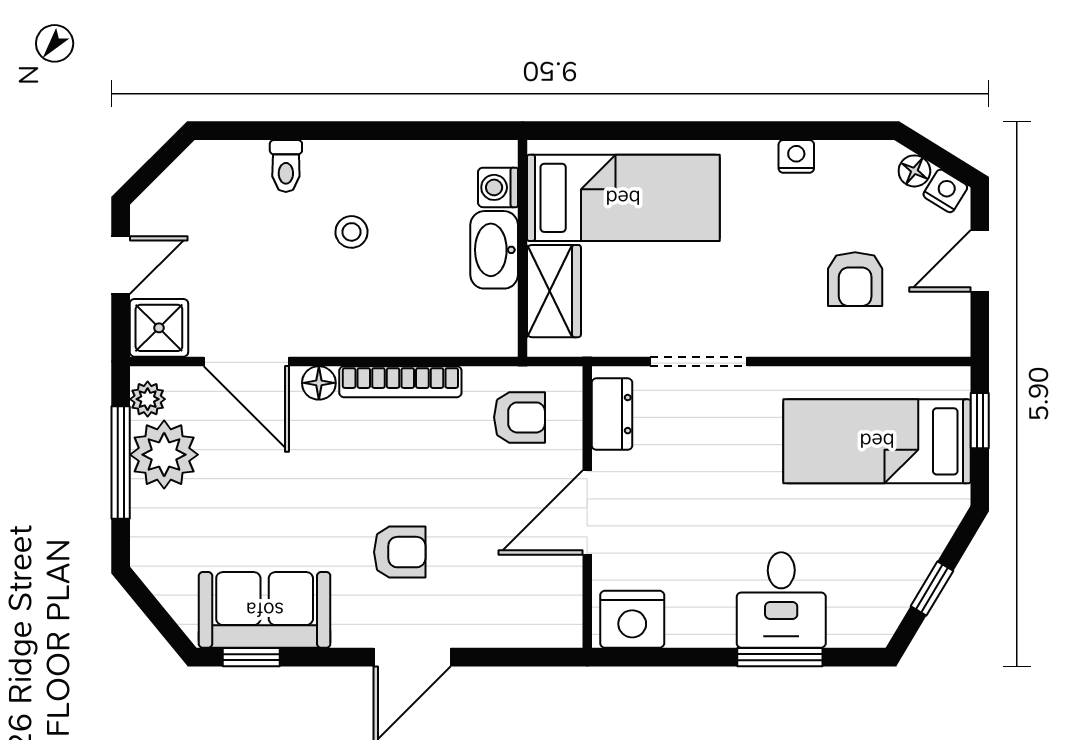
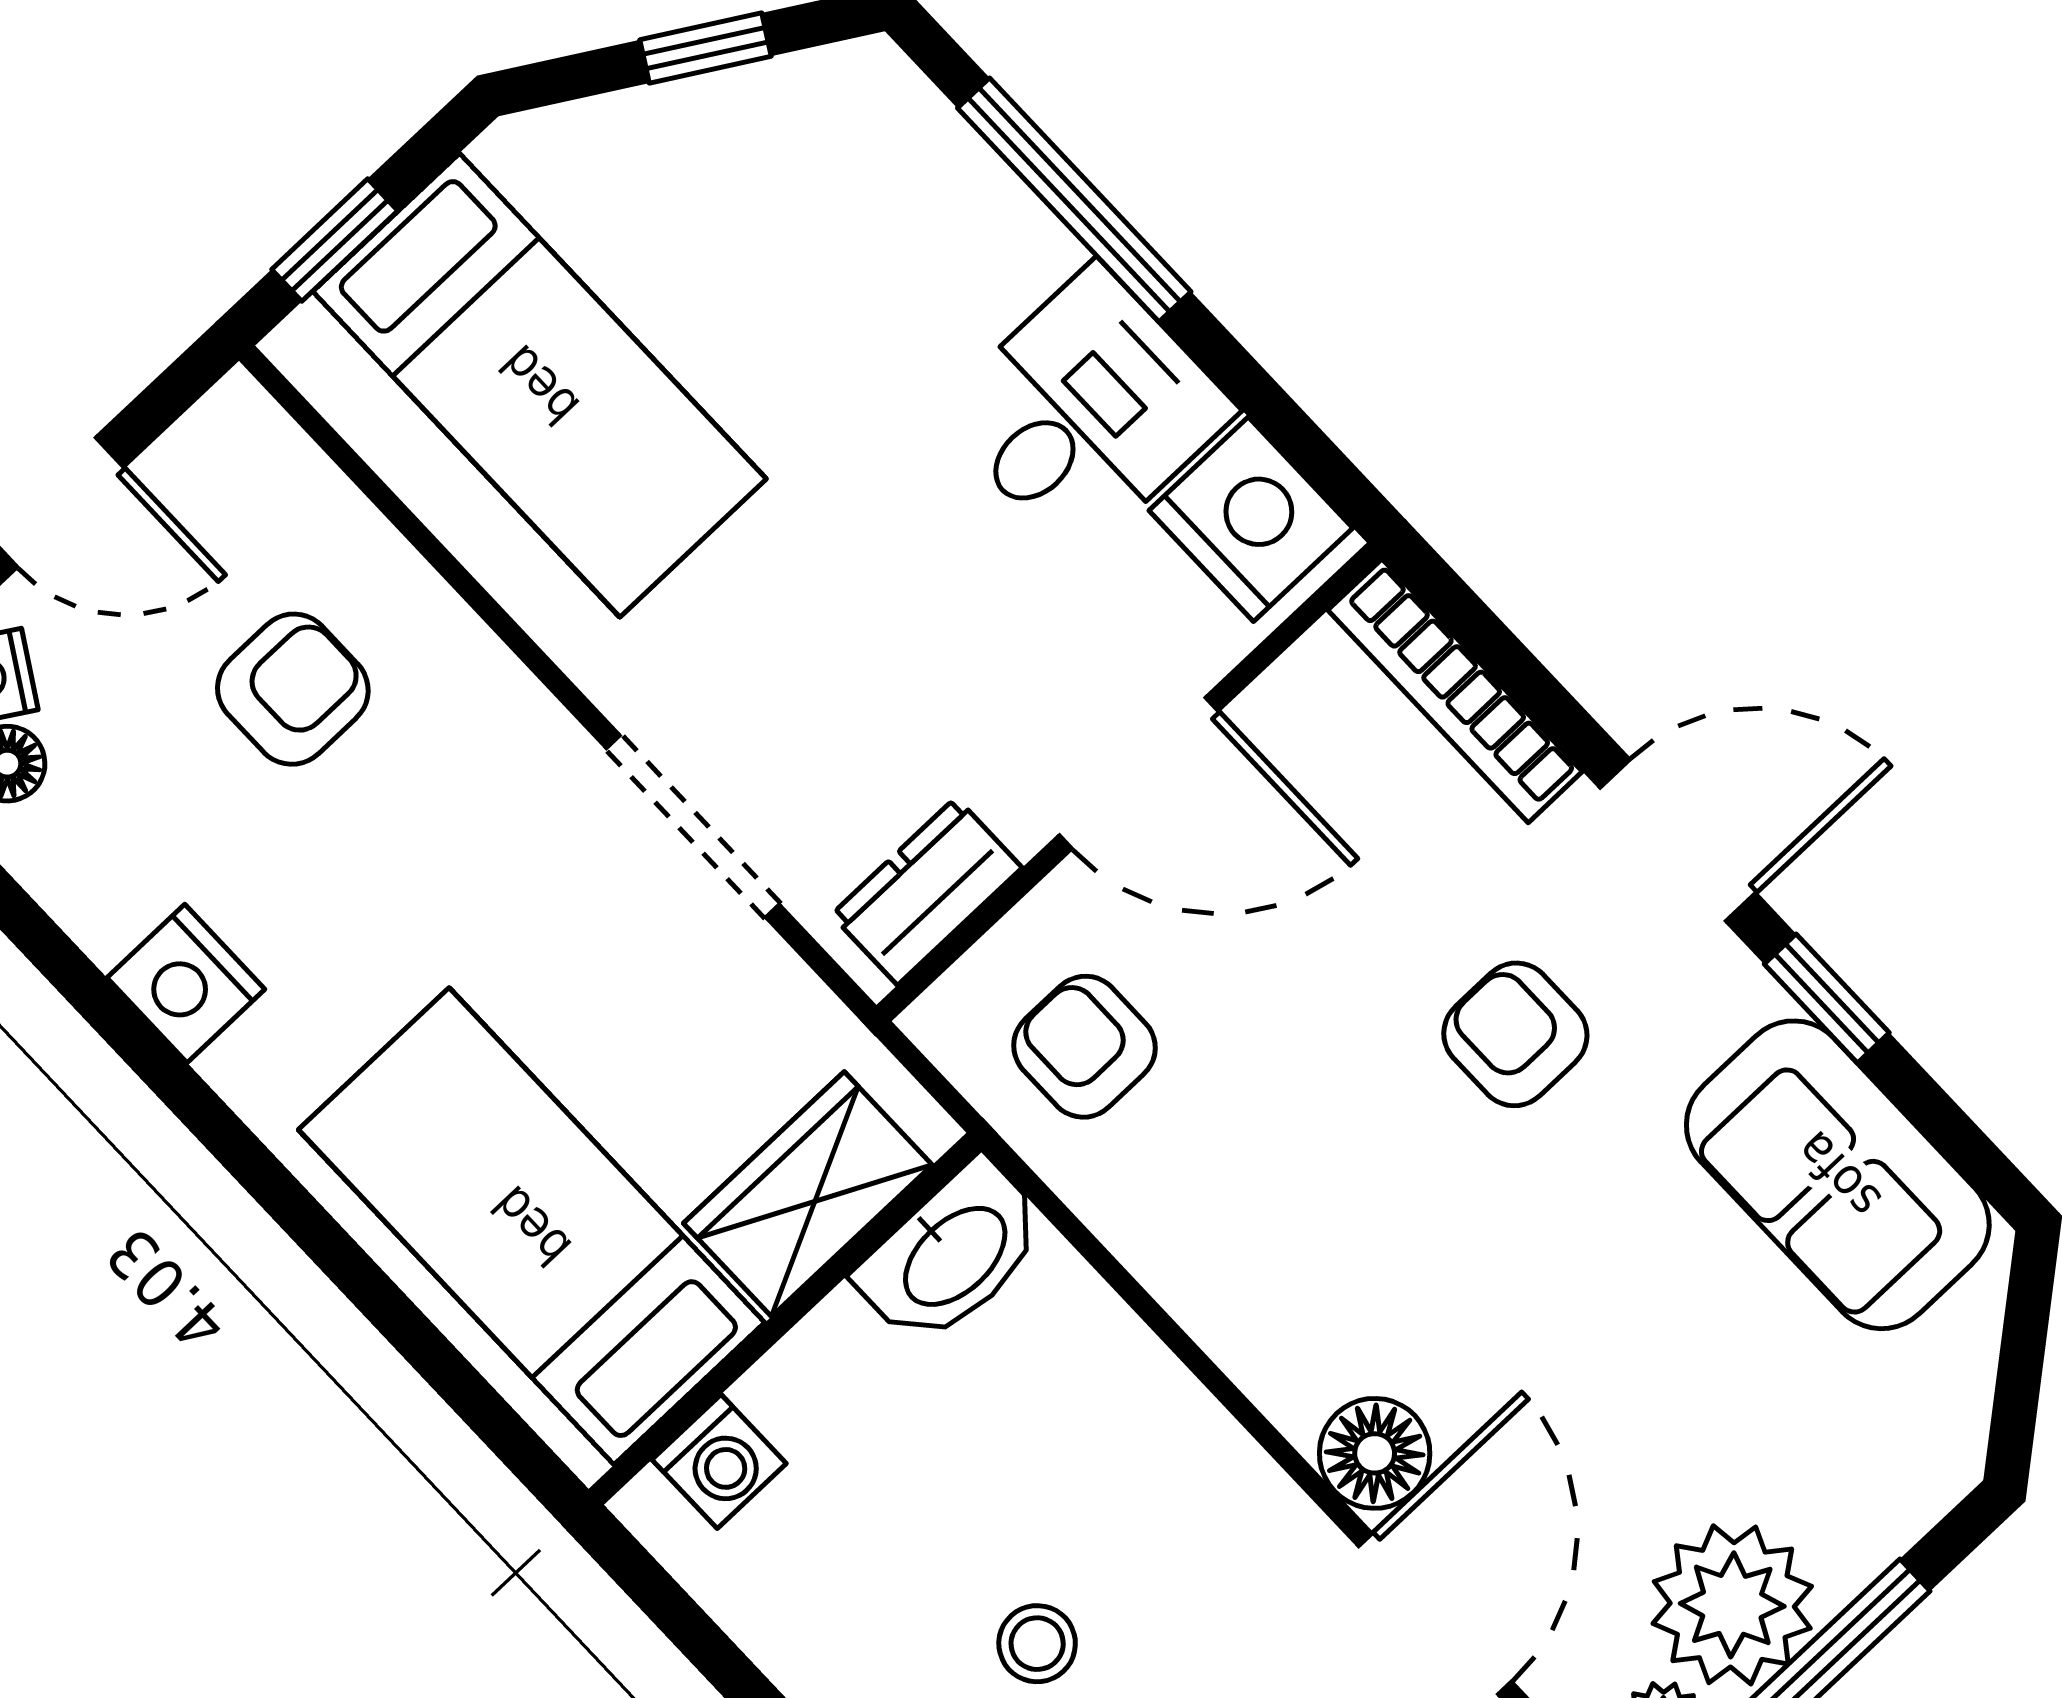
nightstand: (796, 156) -> (186, 983), width x1.39, depth x1.35
washbasin: (494, 250) -> (953, 1254), moved
bookcase: (400, 382) -> (1455, 691), moved, turned 180
floor lamp: (319, 383) -> (1375, 1453), width x1.37, depth x1.37
desk: (781, 600) -> (1086, 412), moved
window: (251, 657) -> (1827, 998), moved
window: (780, 657) -> (1074, 200), width x1.44

